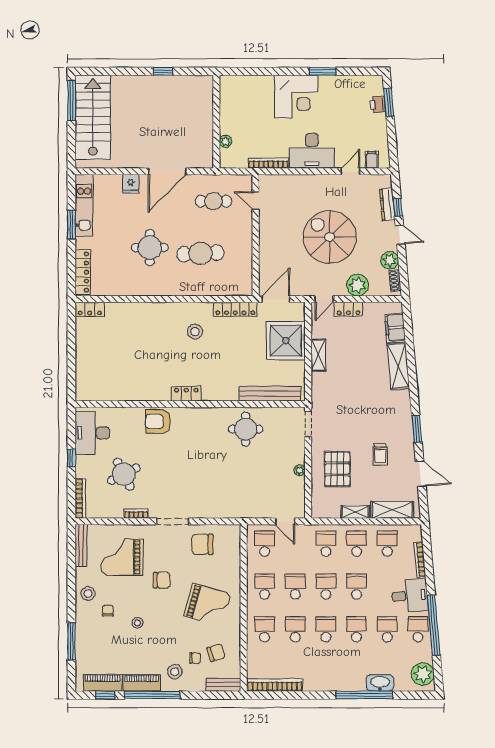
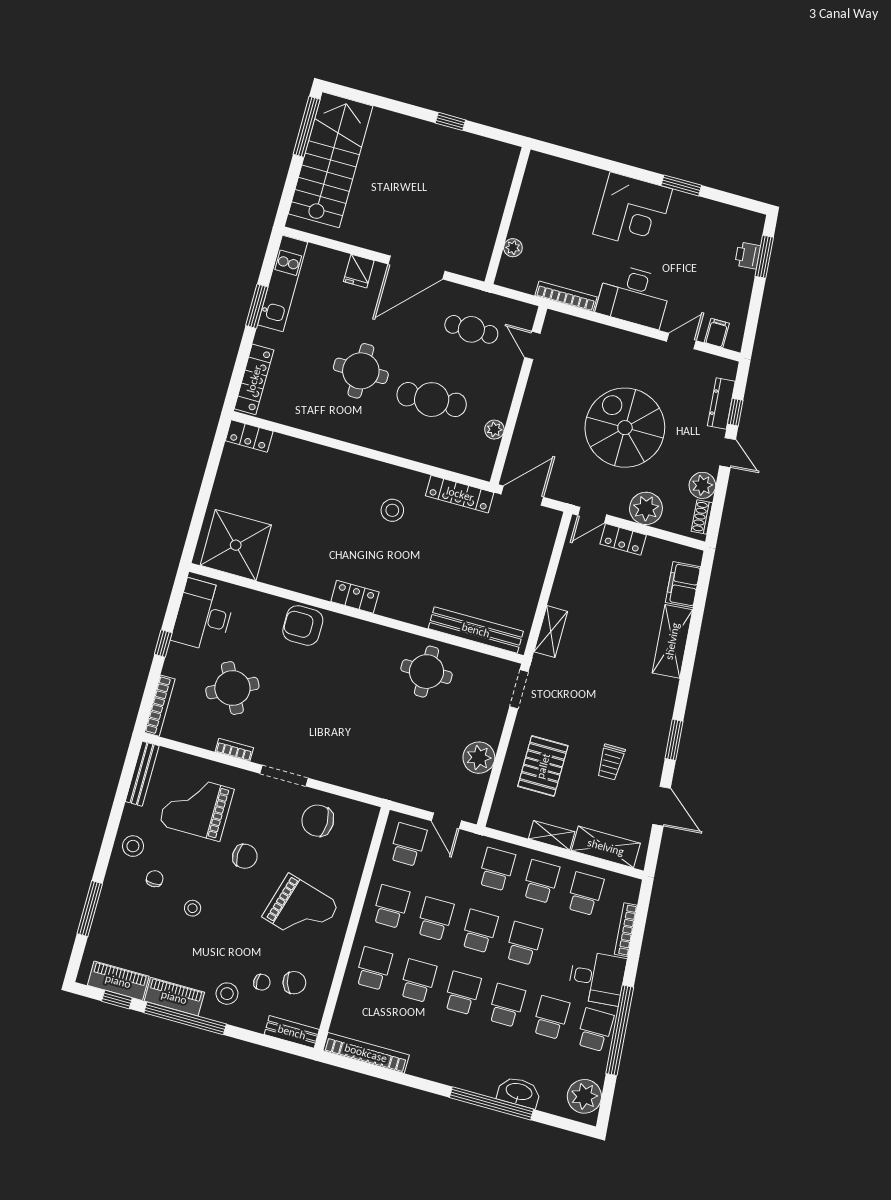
plant: (246, 261) -> (494, 430), added
shower: (286, 341) -> (236, 545), moved
shelving: (318, 355) -> (551, 632), moved
plant: (300, 470) -> (479, 758), width x1.88, depth x1.88

